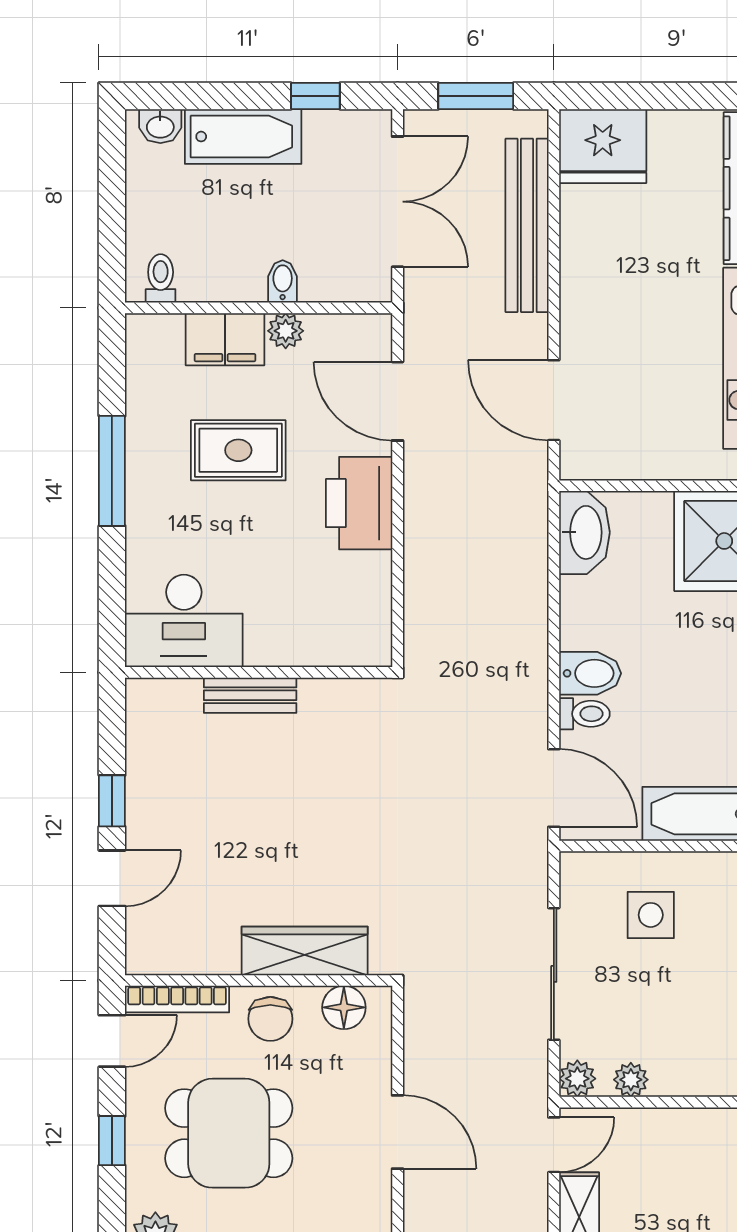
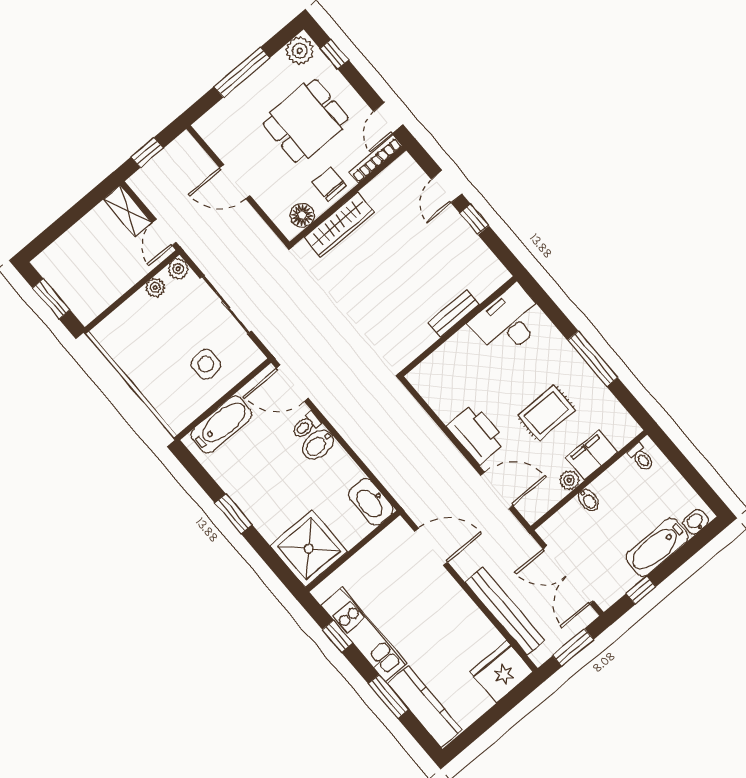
window: (112, 1141) -> (334, 54), moved

